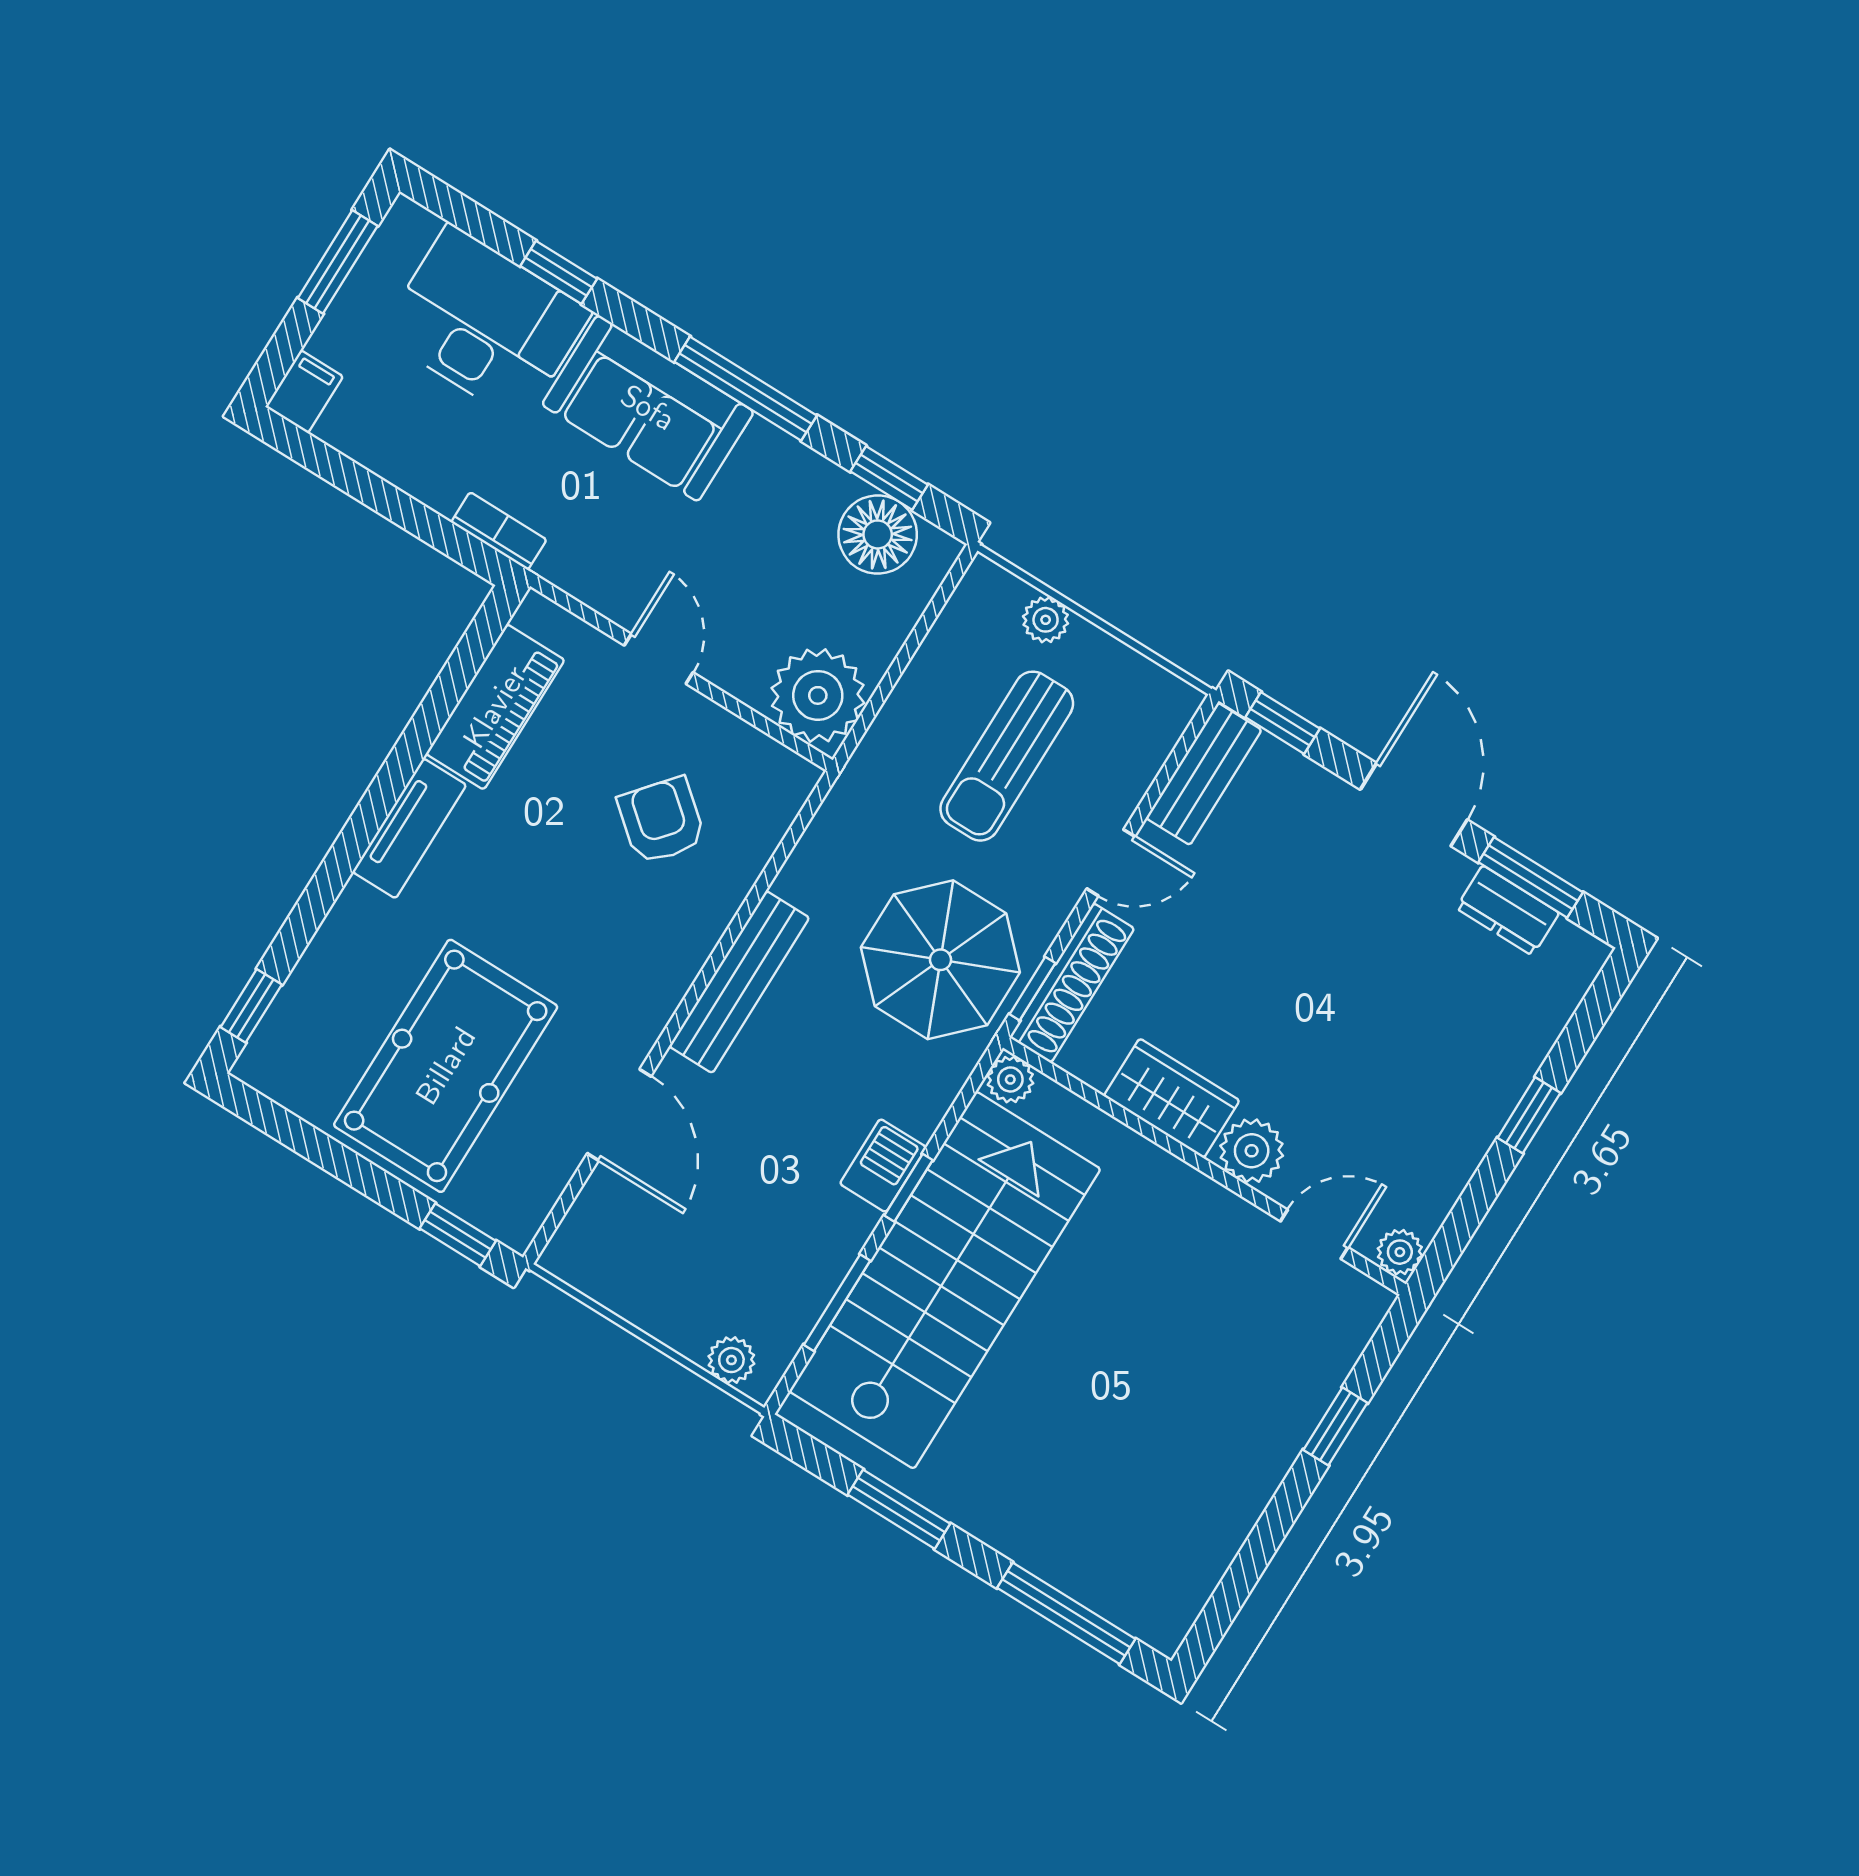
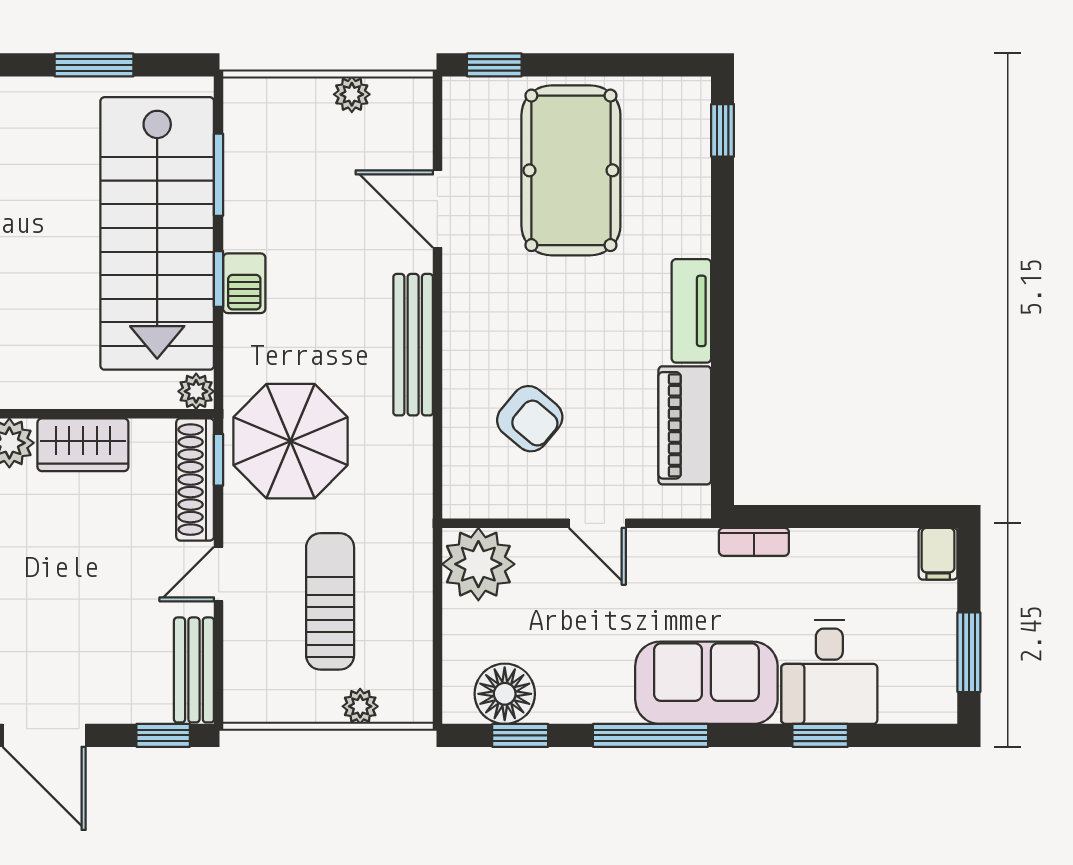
desk: (485, 323) -> (829, 672), width x0.73
plant: (731, 1360) -> (352, 94), moved

